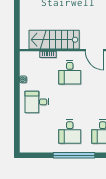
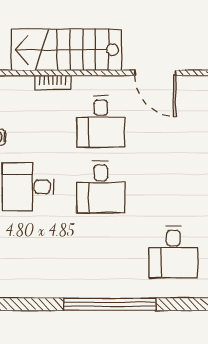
desk: (70, 132) -> (101, 187), moved

